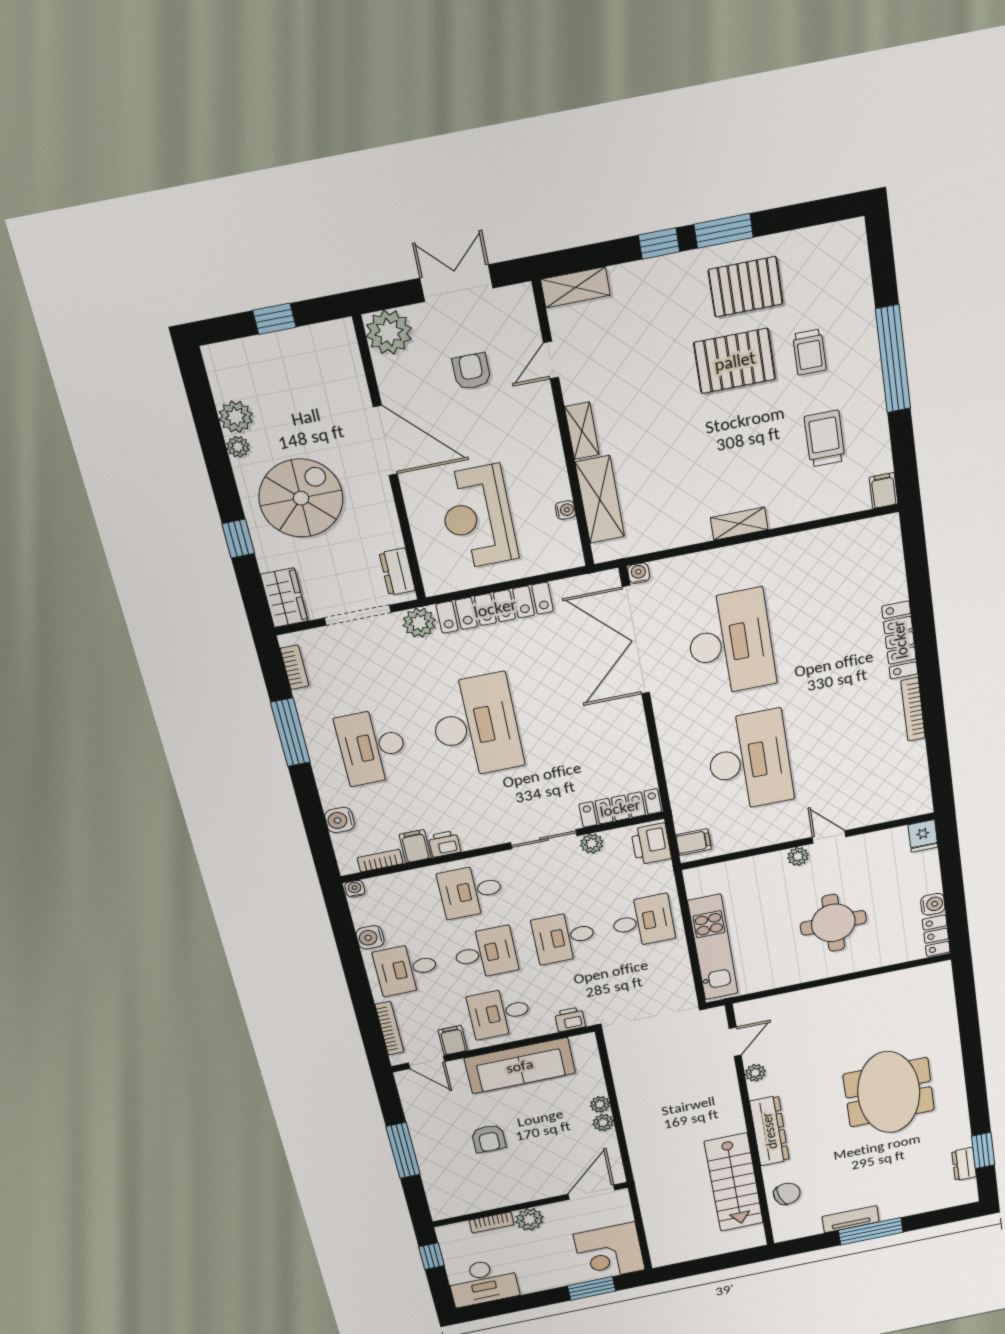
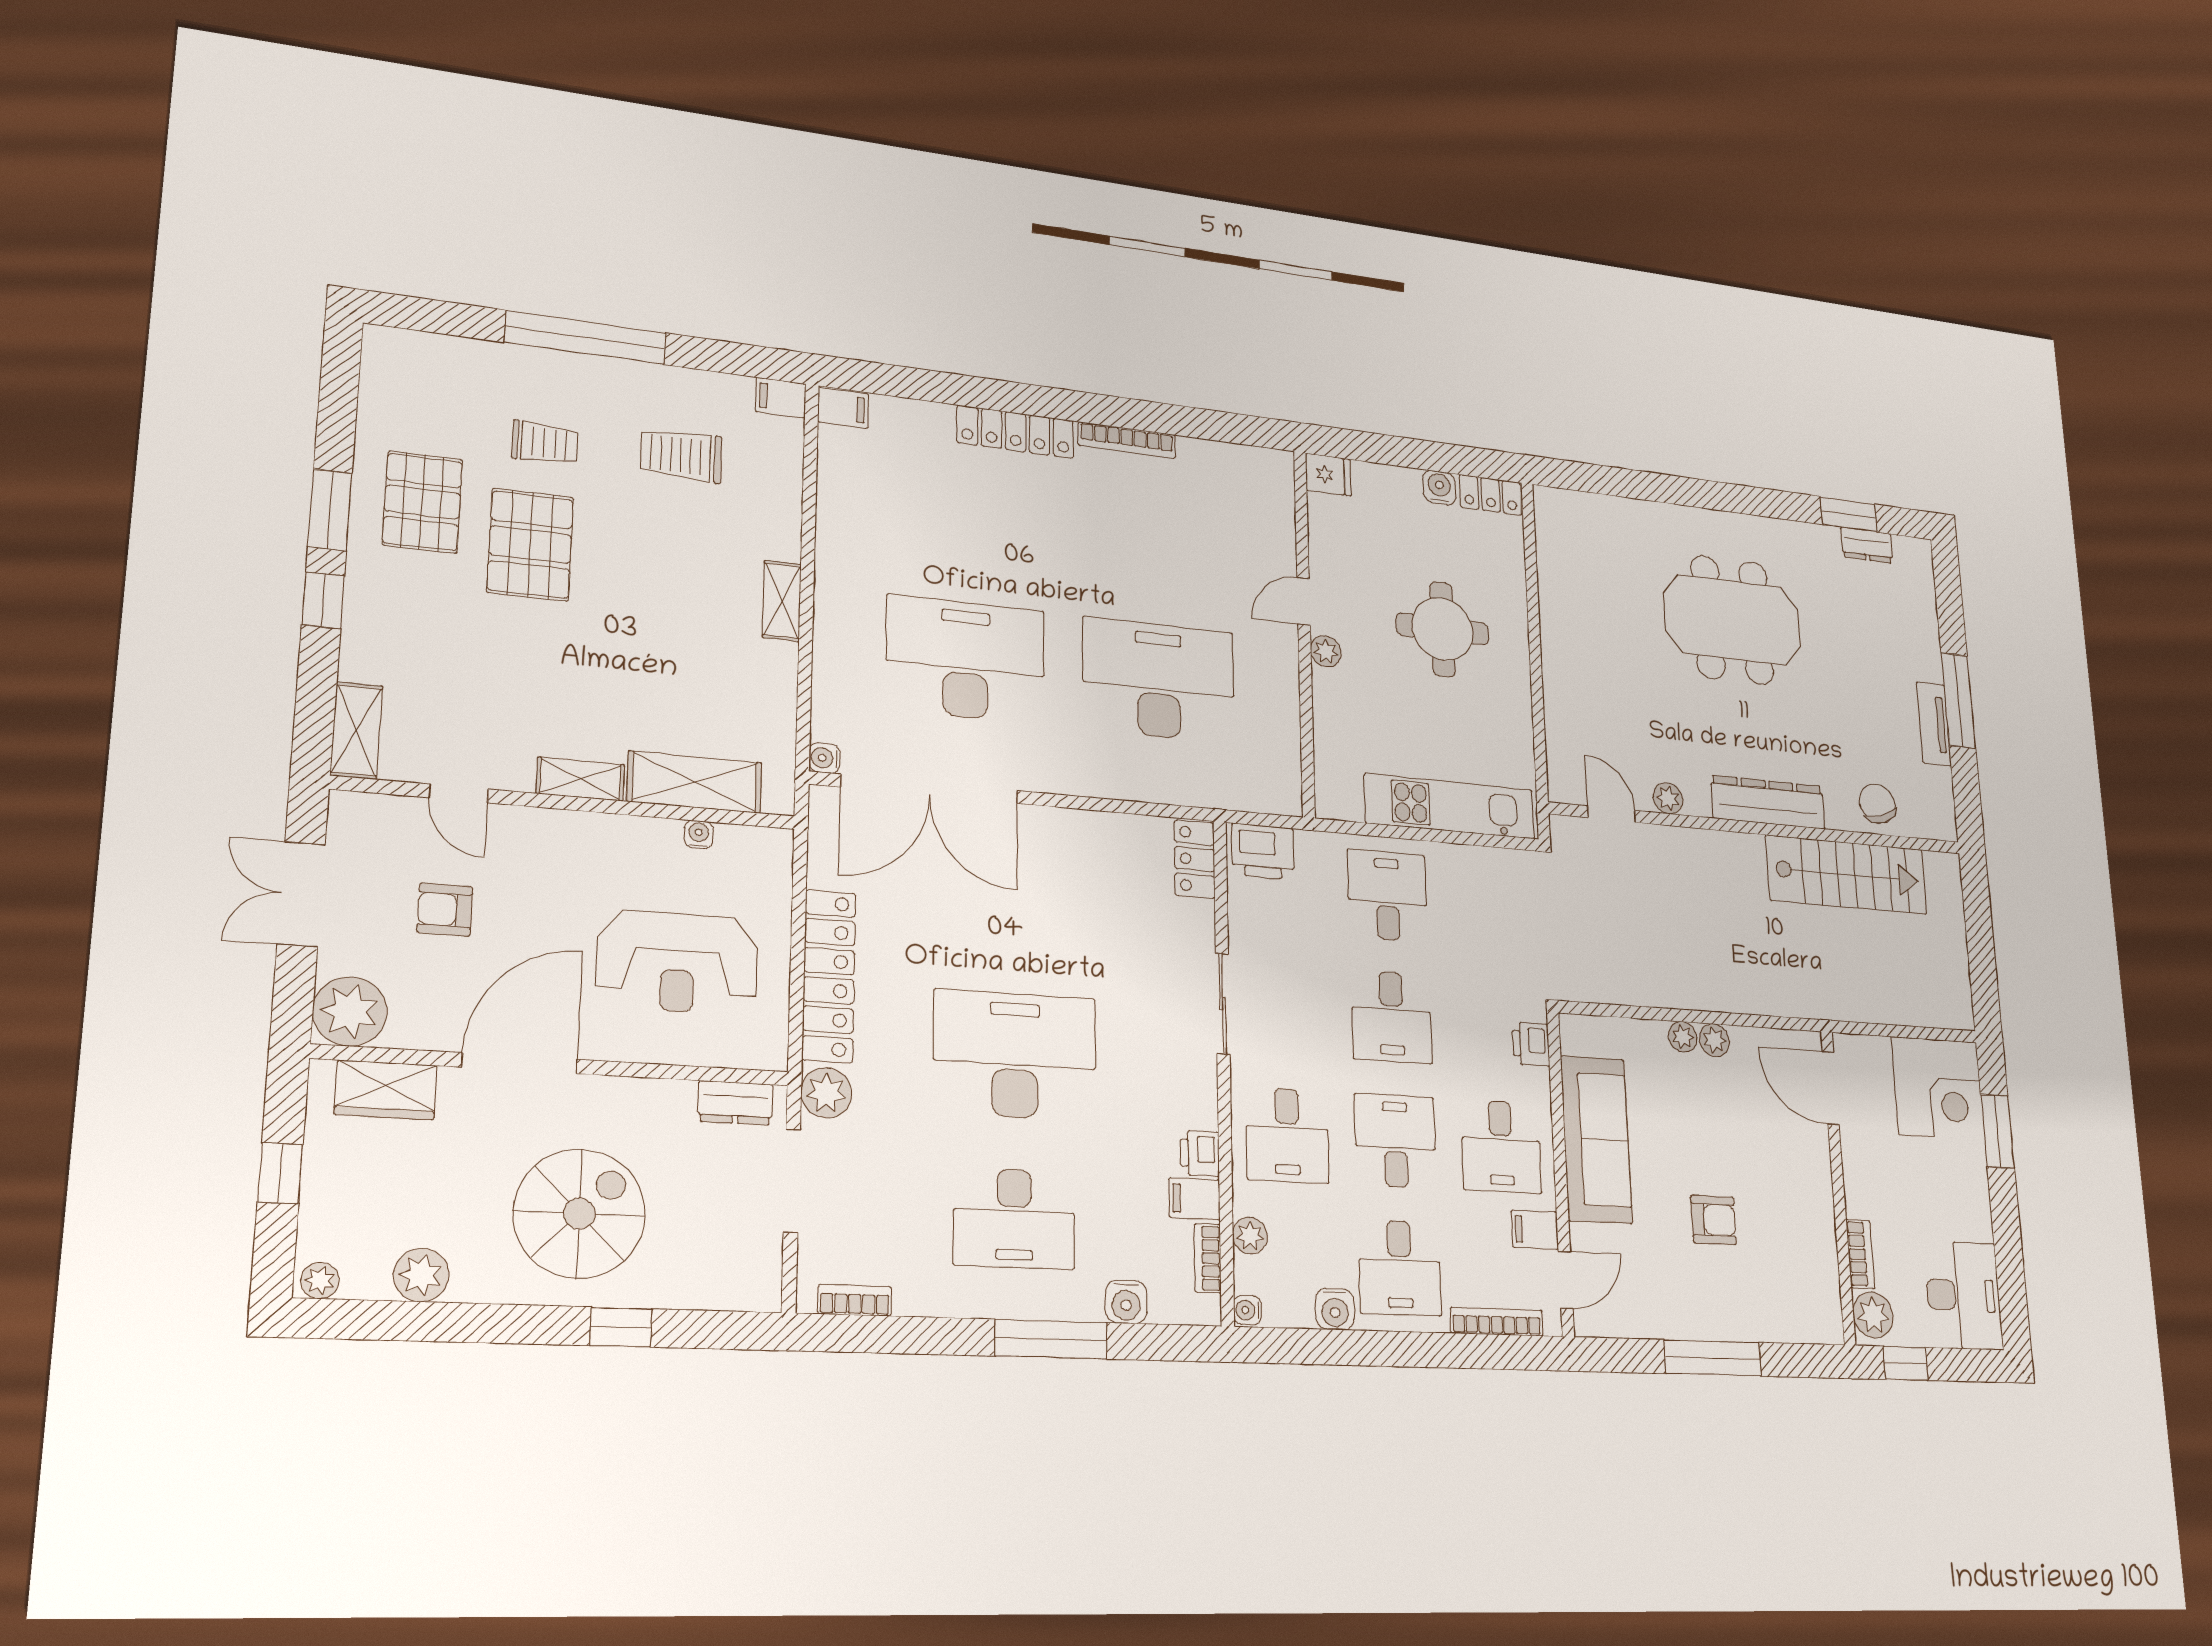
plant: (238, 447) -> (320, 1281), moved
spiral stairs: (301, 498) -> (579, 1214), turned 90
wardrobe: (284, 598) -> (386, 1090), moved, turned 180
window: (290, 732) -> (1051, 1339), moved
locker: (620, 808) -> (1195, 859), width x0.66
filing cabinet: (693, 842) -> (843, 408), moved, turned 90
plant: (592, 844) -> (1250, 1236), moved
plant: (529, 1219) -> (1873, 1315), moved

